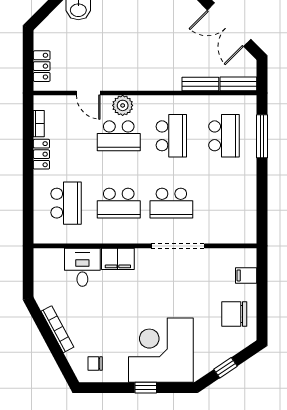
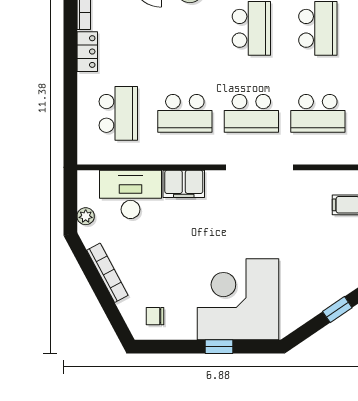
school desk: (119, 136) -> (318, 113), moved
desk: (82, 267) -> (131, 194), width x1.37
plant: (40, 284) -> (86, 216), added
chair: (234, 314) -> (331, 254), removed
window: (226, 368) -> (337, 310), moved

